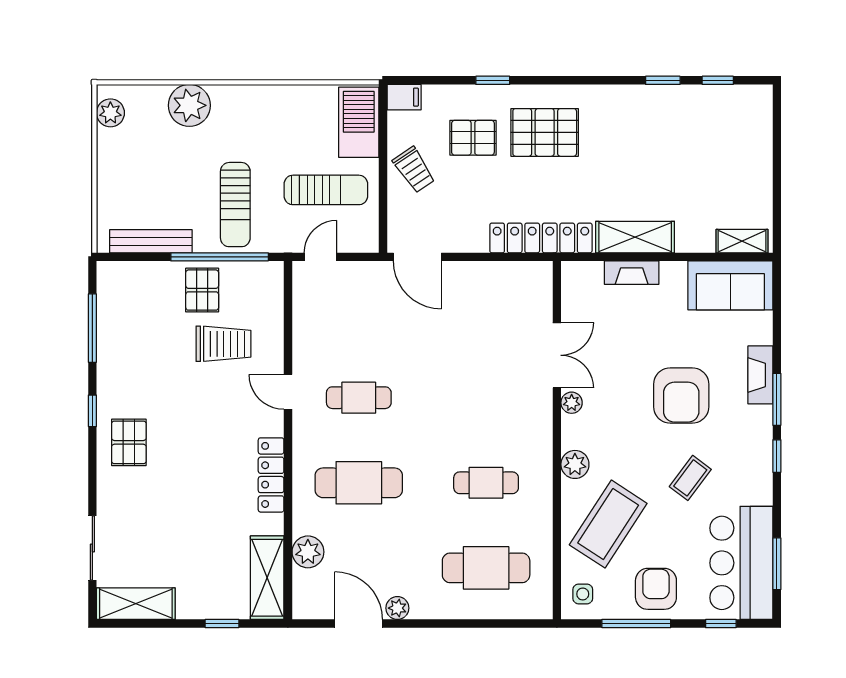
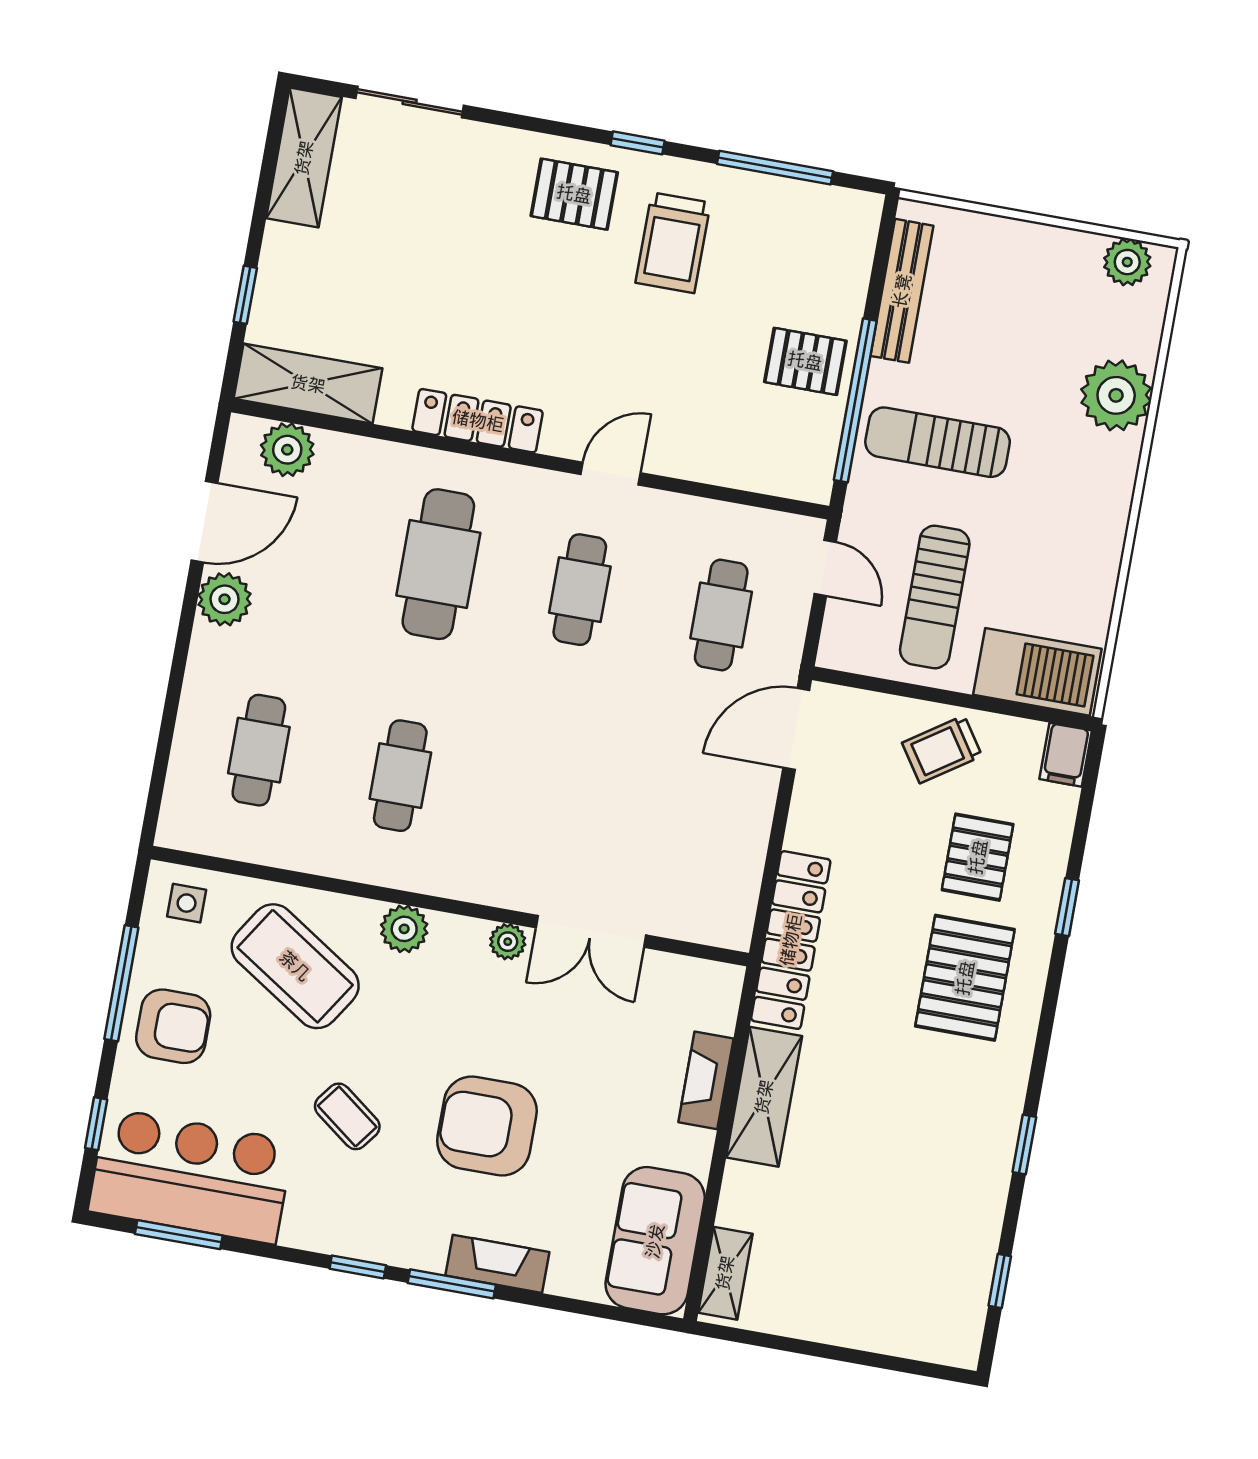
window: (663, 80) -> (1024, 1144), moved
cafe table: (359, 313) -> (721, 615), added
trolley: (223, 344) -> (673, 243), moved
plant: (308, 552) -> (287, 450), moved
cafe table: (486, 568) -> (259, 750), width x0.73, depth x0.74
plant: (397, 608) -> (225, 599), width x1.38, depth x1.38

